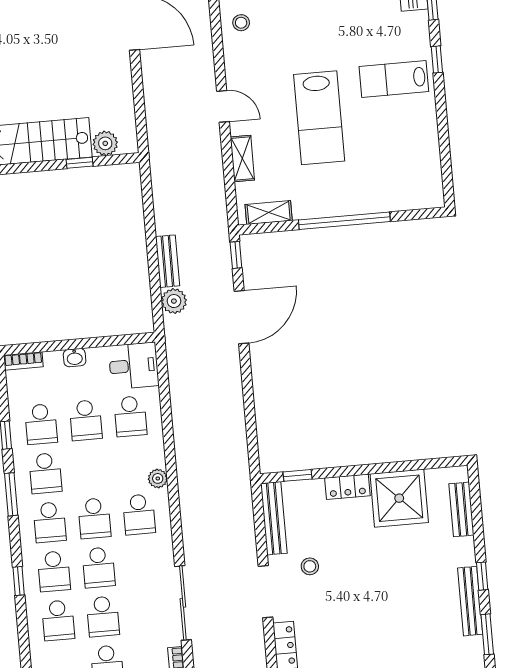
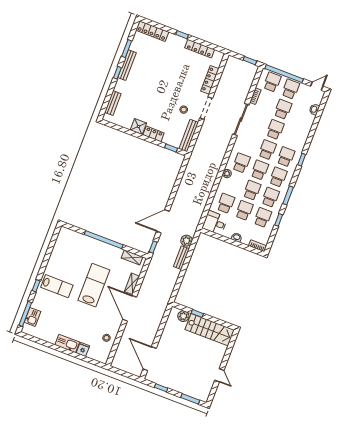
door: (223, 106) -> (130, 308), width x1.87
shower: (399, 498) -> (138, 126), width x0.54, depth x0.54
school desk: (58, 620) -> (252, 190), moved

